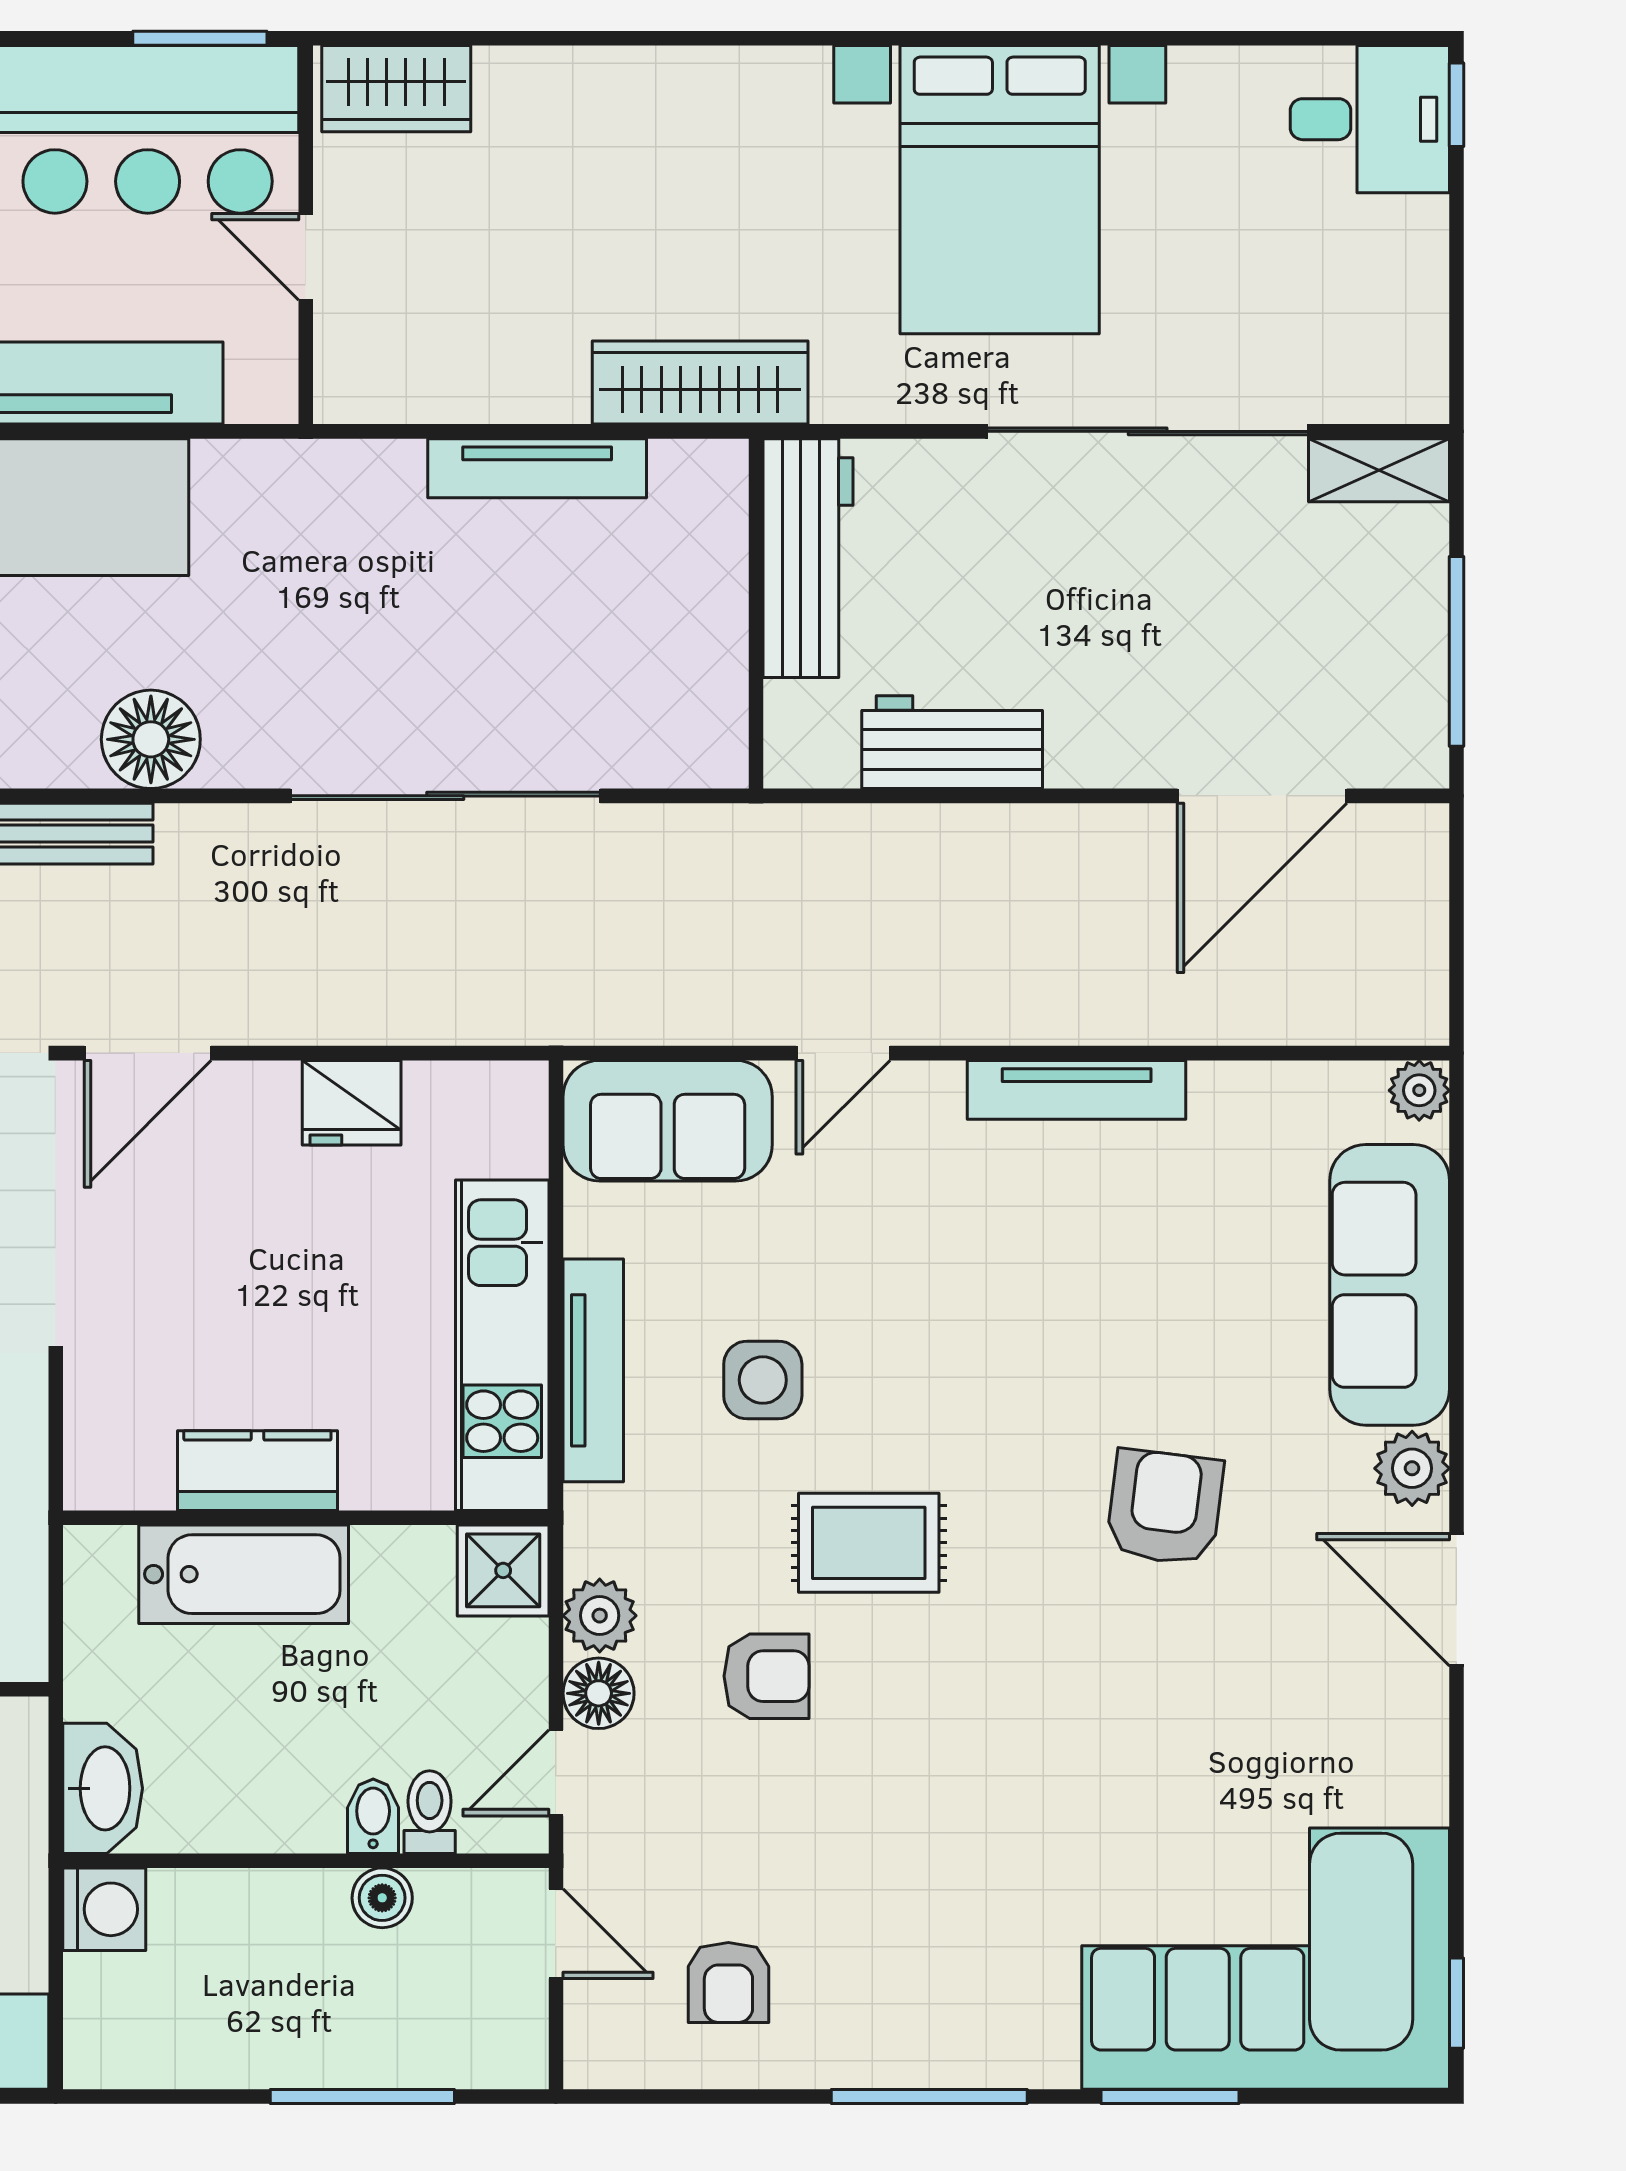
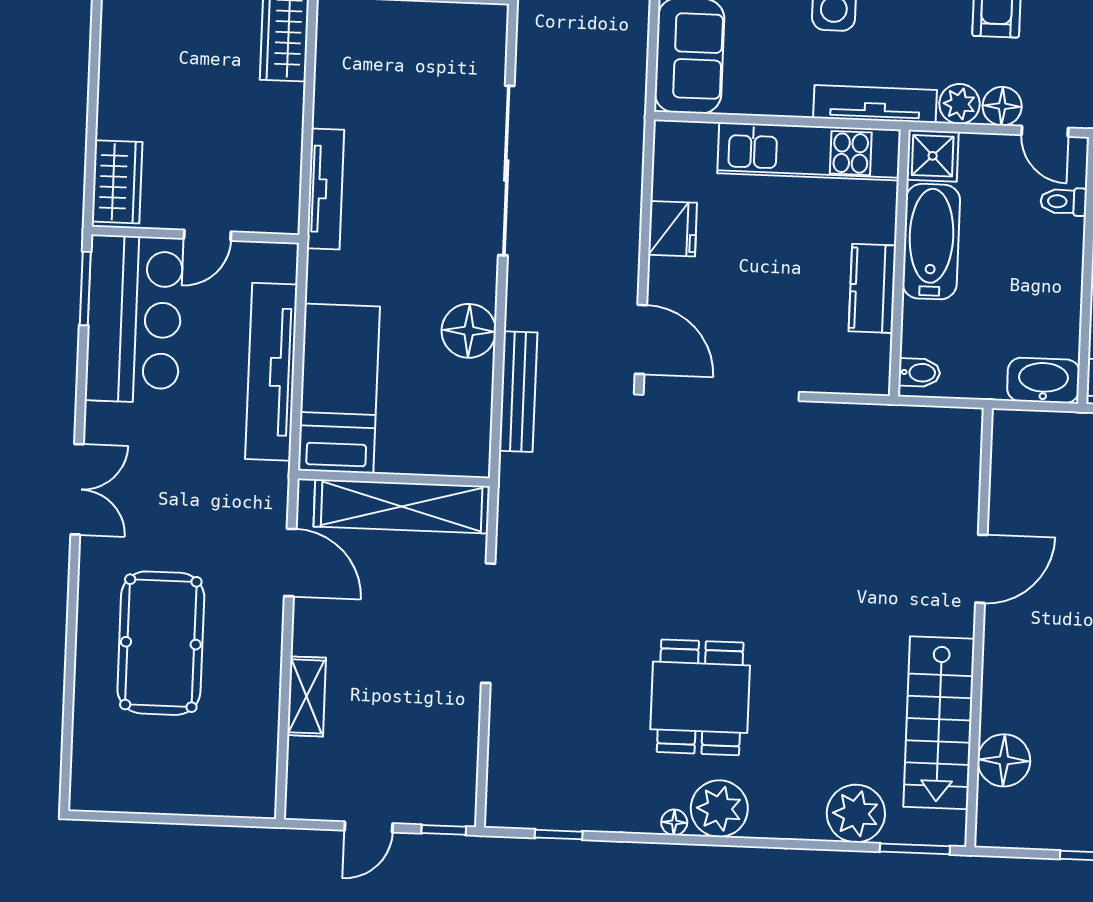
tv unit: (537, 468) -> (325, 189), moved
tv unit: (593, 1370) -> (875, 104), moved
bathtub: (244, 1574) -> (931, 242), moved
bidet: (373, 1816) -> (919, 373), moved, turned 180

